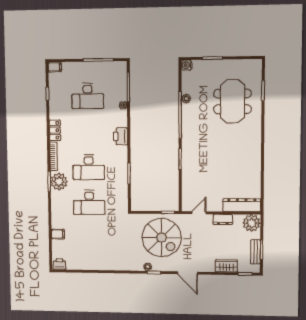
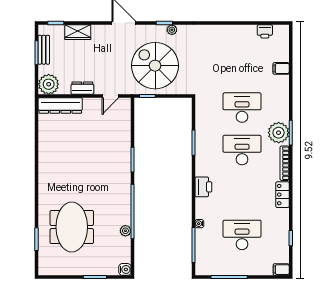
printer: (59, 264) -> (265, 31), moved

